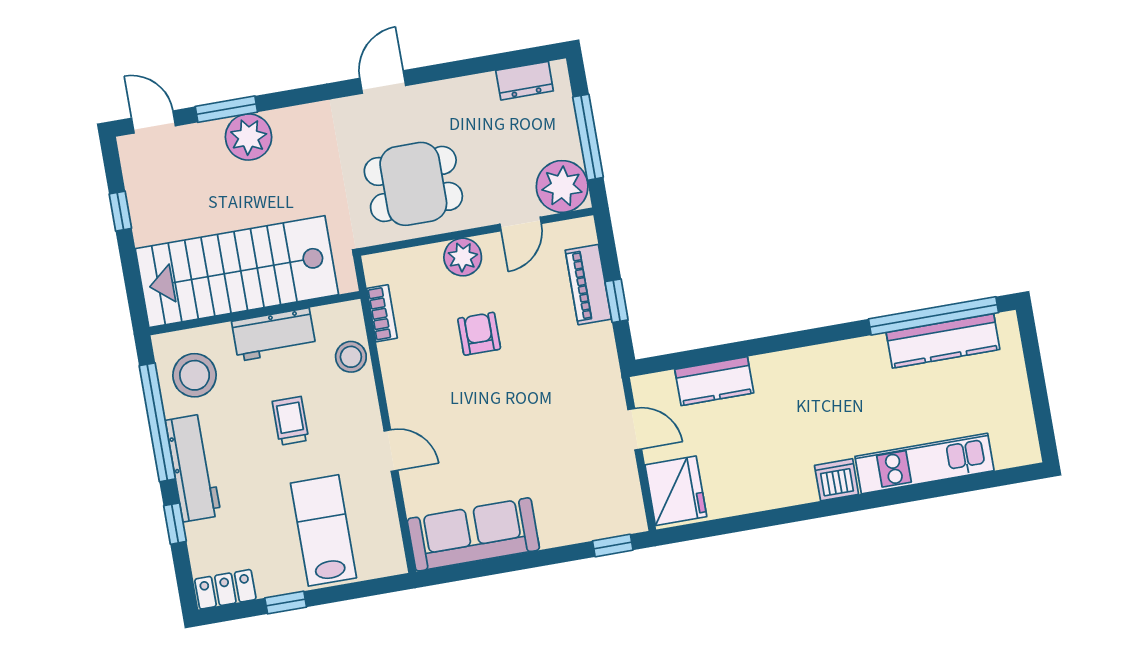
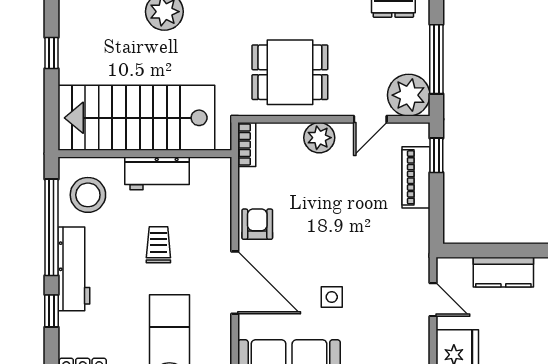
window: (617, 301) -> (436, 155), moved
bookcase: (382, 313) -> (247, 145), moved
armchair: (479, 334) -> (257, 224), moved
stool: (351, 357) -> (216, 202), removed
side table: (511, 447) -> (332, 297), added
door: (391, 451) -> (235, 283), width x1.88

